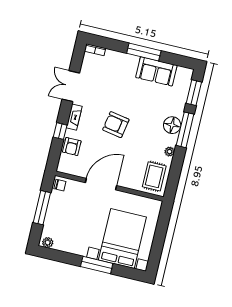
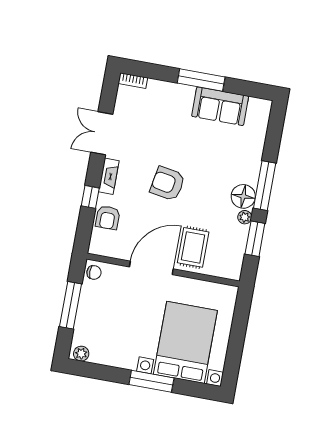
window: (194, 93) -> (255, 239), moved
floor lamp: (172, 125) -> (243, 196), moved
rug: (154, 176) -> (193, 247), moved

